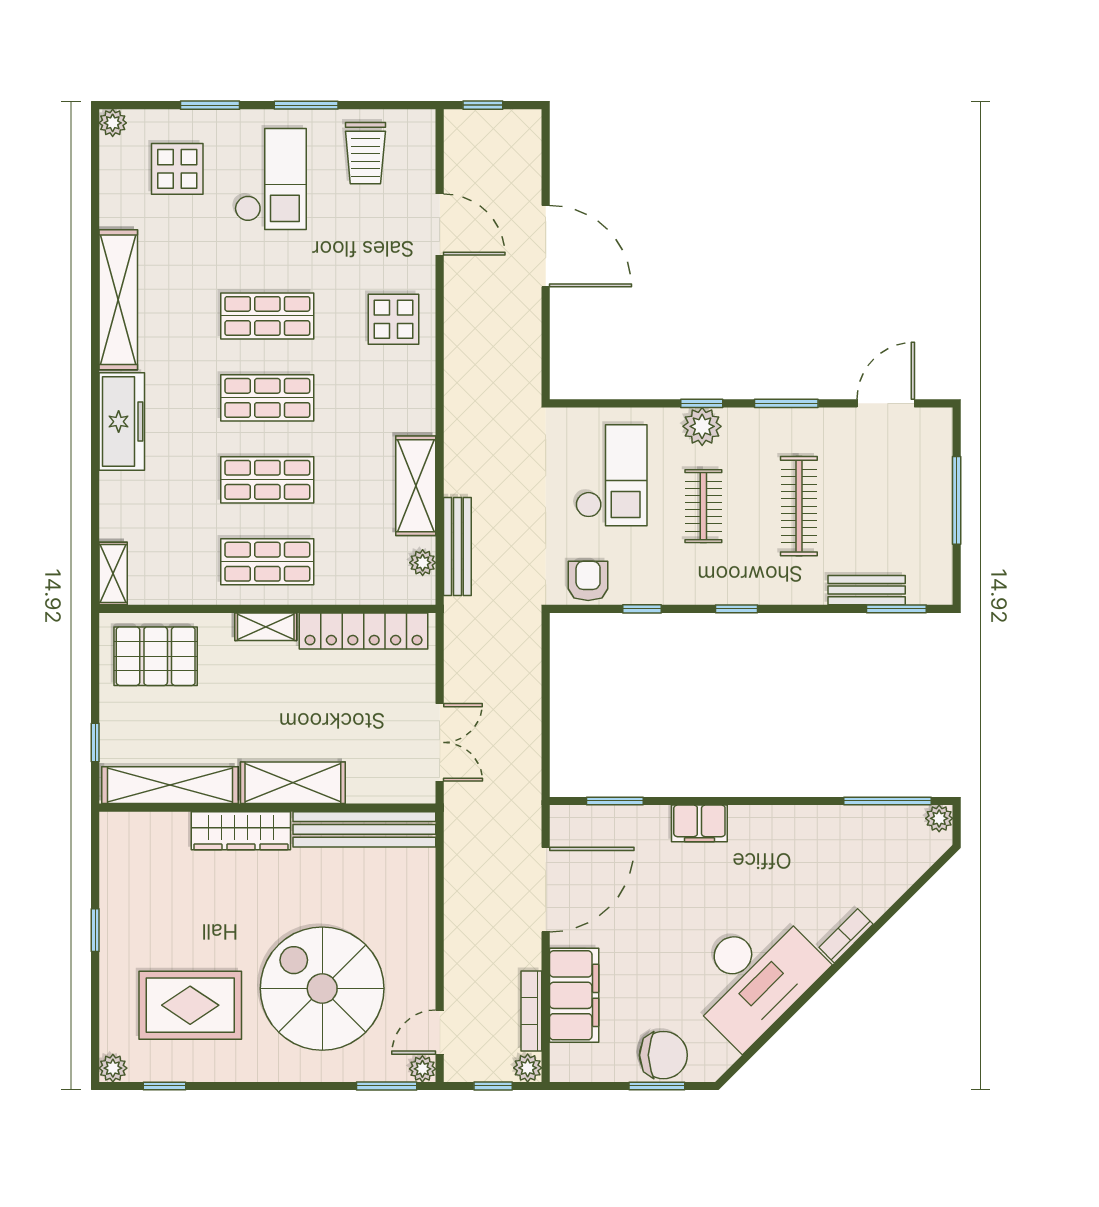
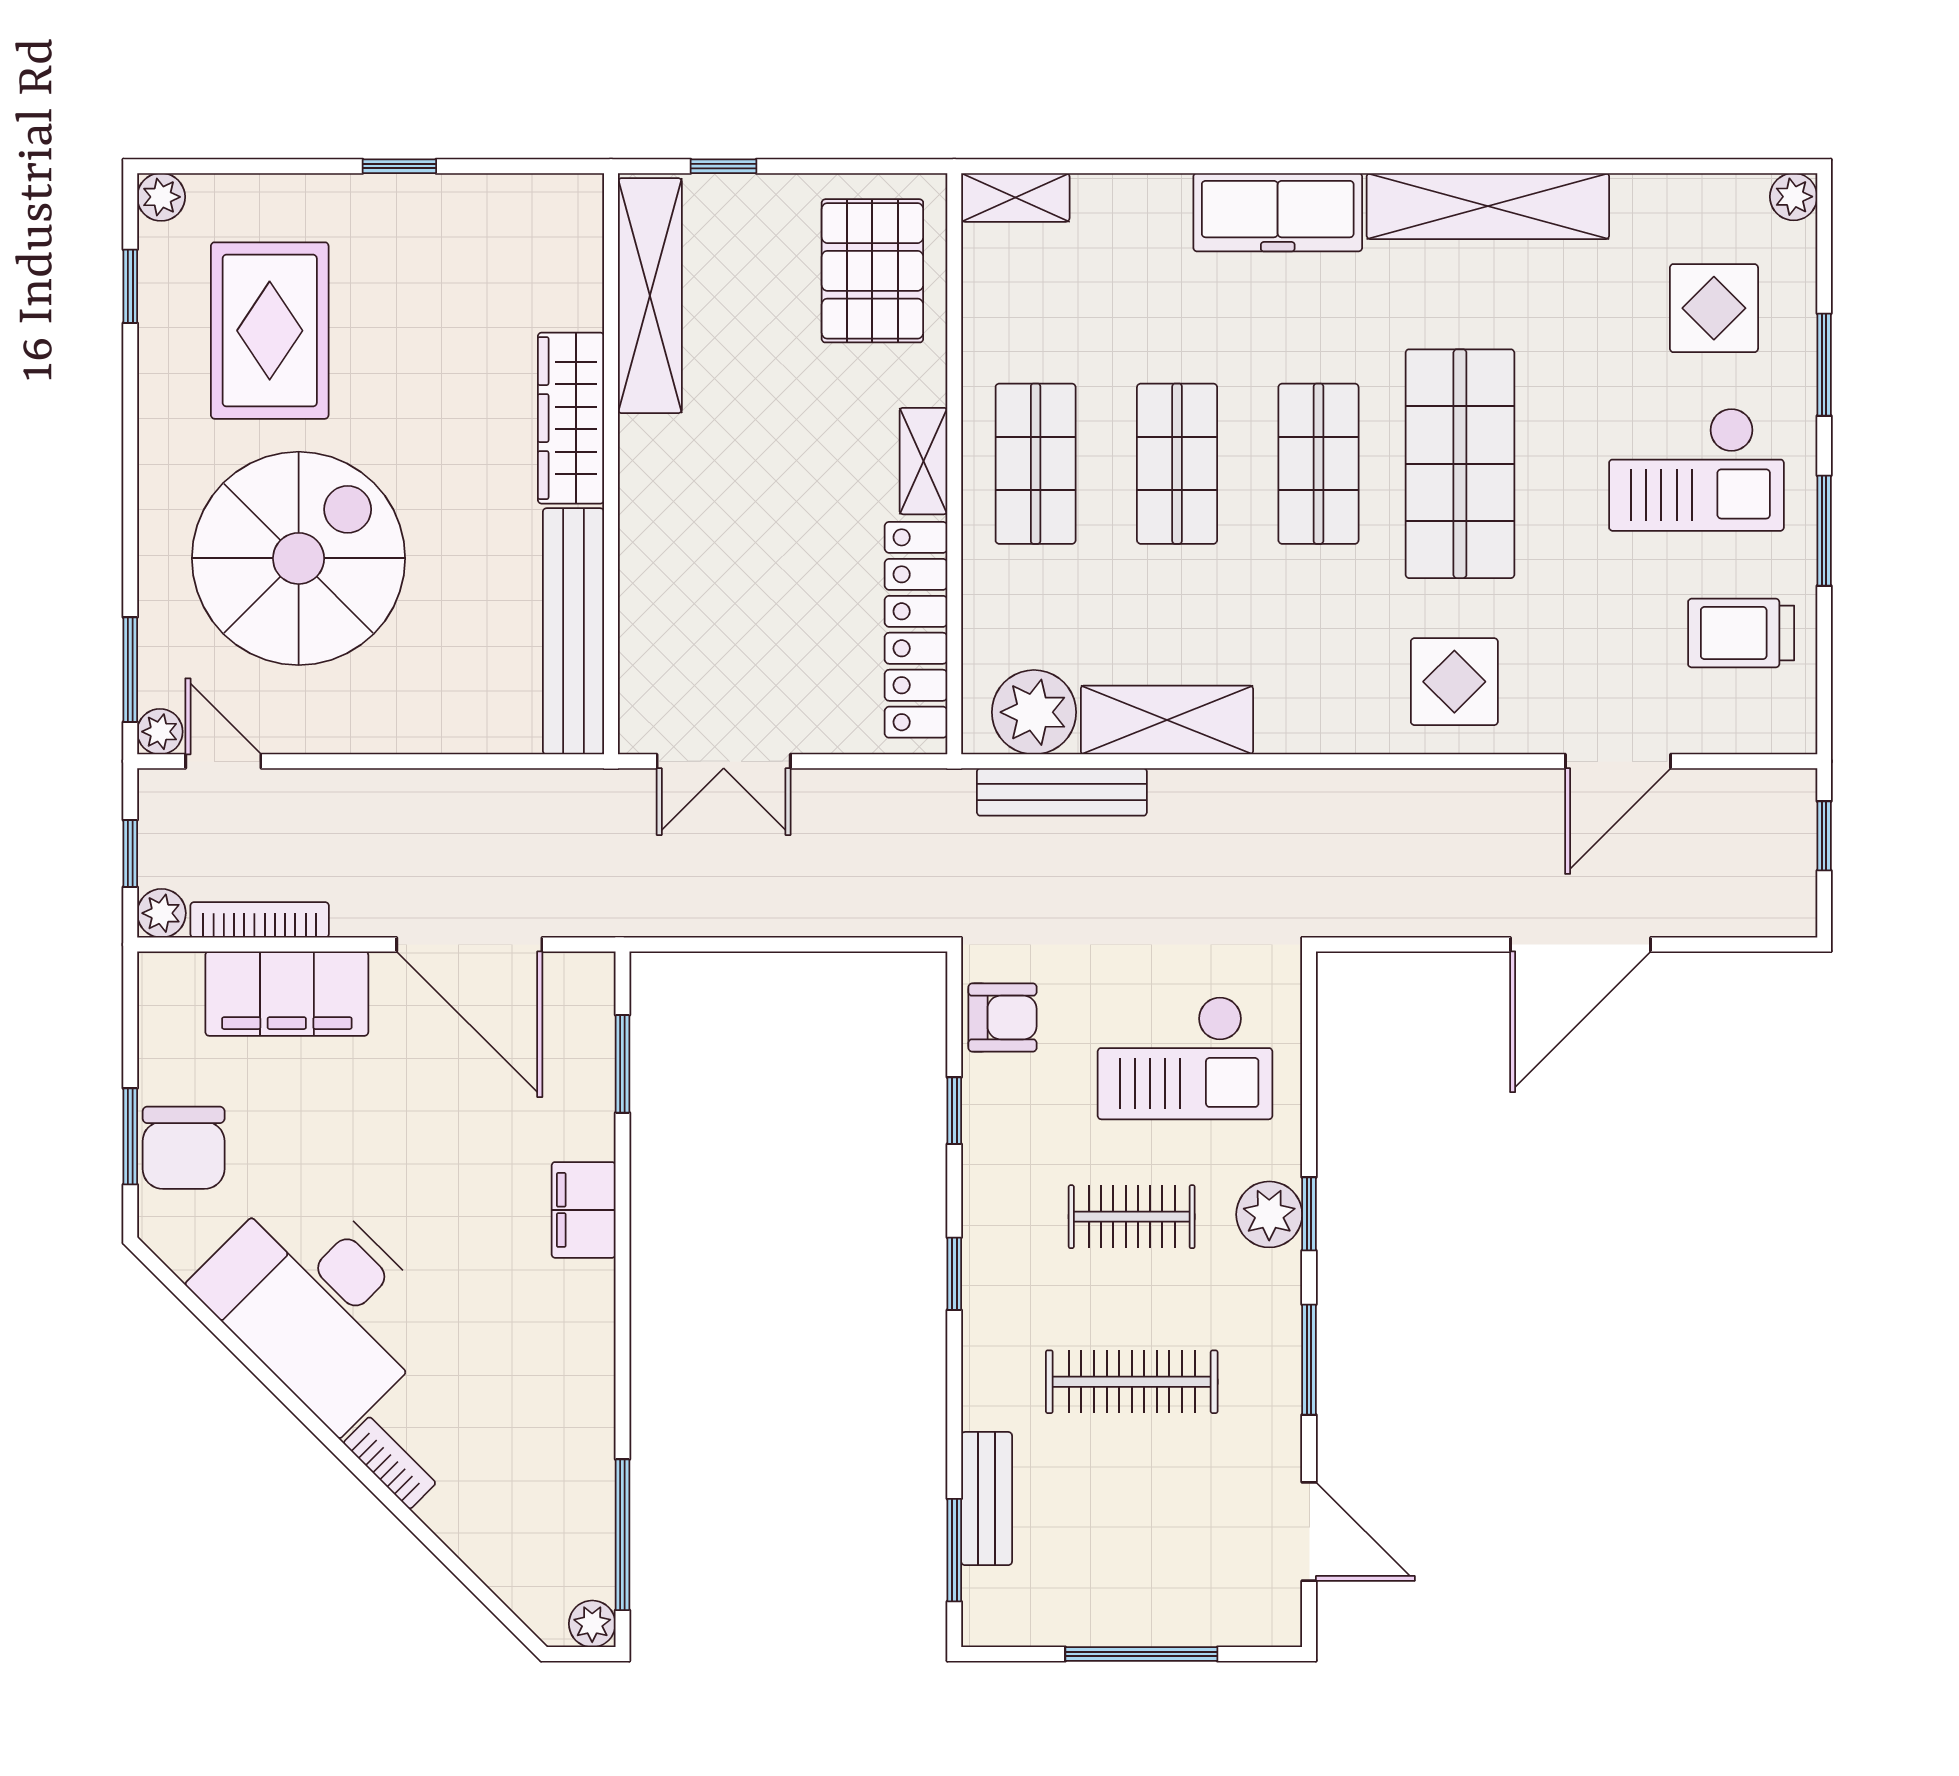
shop shelf: (267, 316) -> (1460, 464), width x1.43, depth x1.36
plant: (423, 563) -> (1034, 712), width x1.88, depth x1.88
shelving: (293, 783) -> (654, 508), removed

